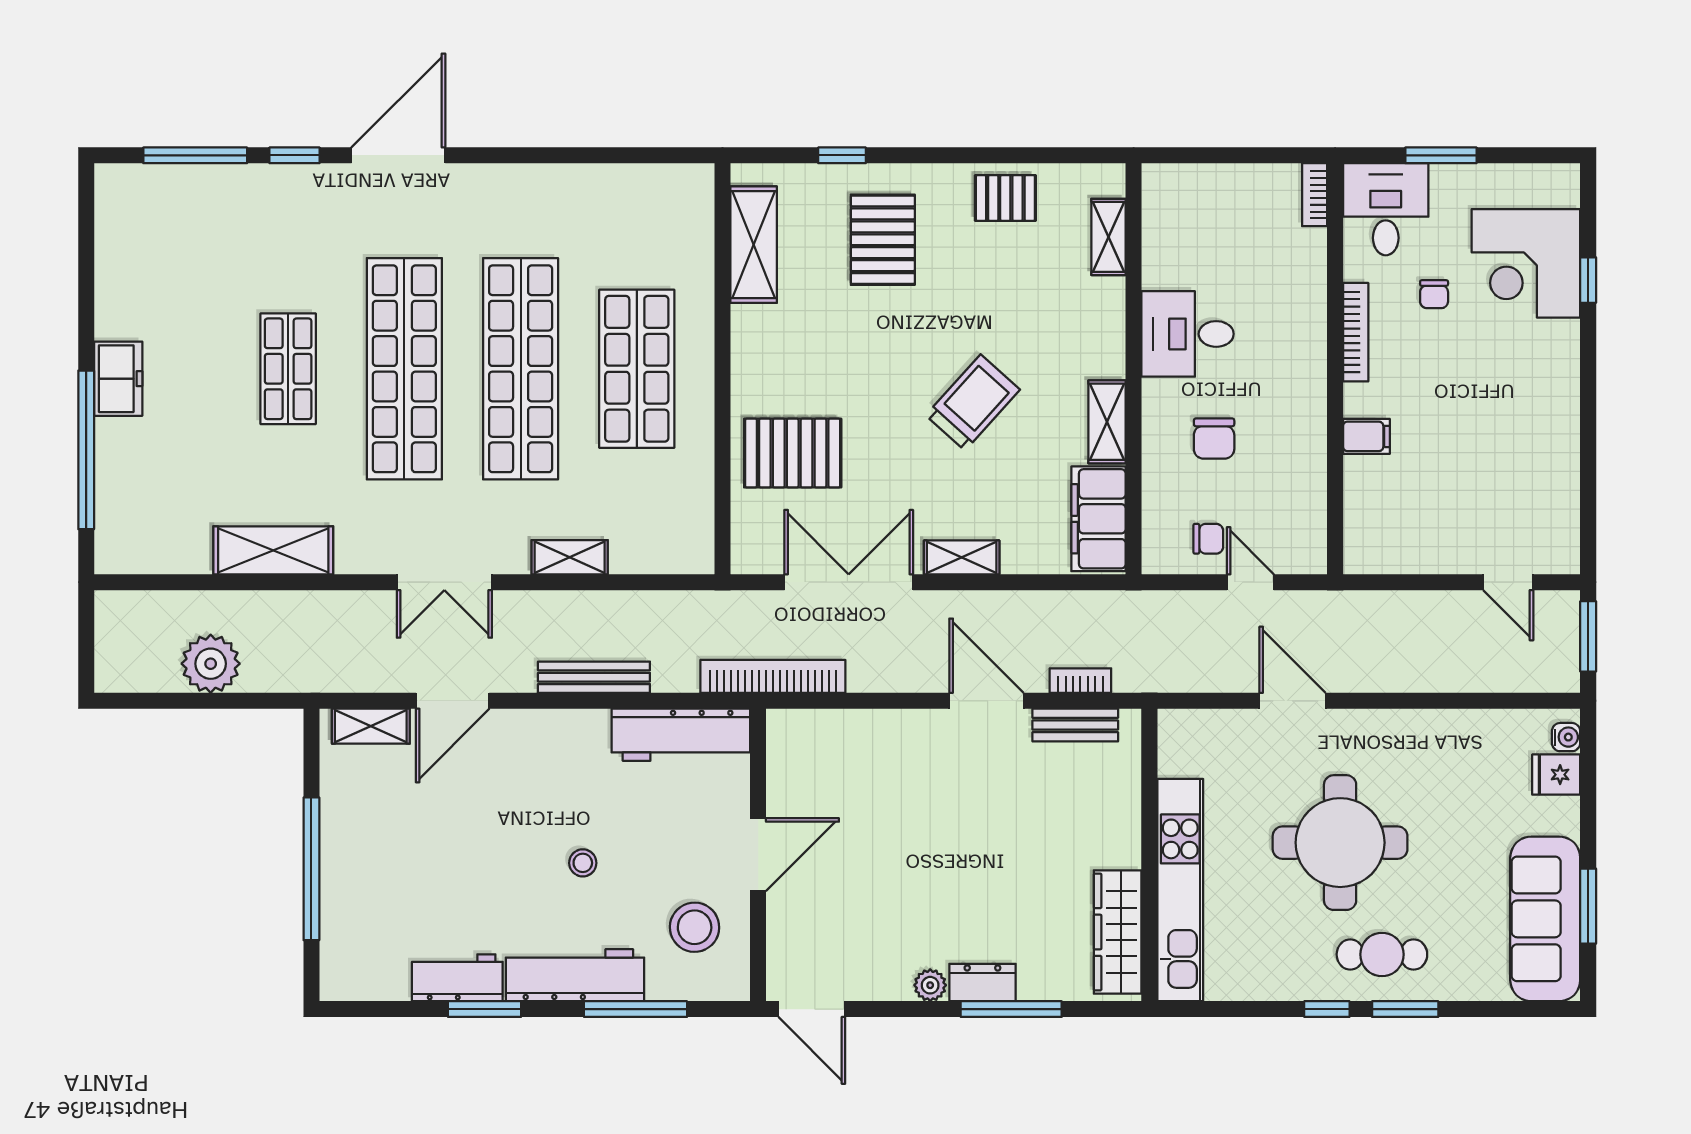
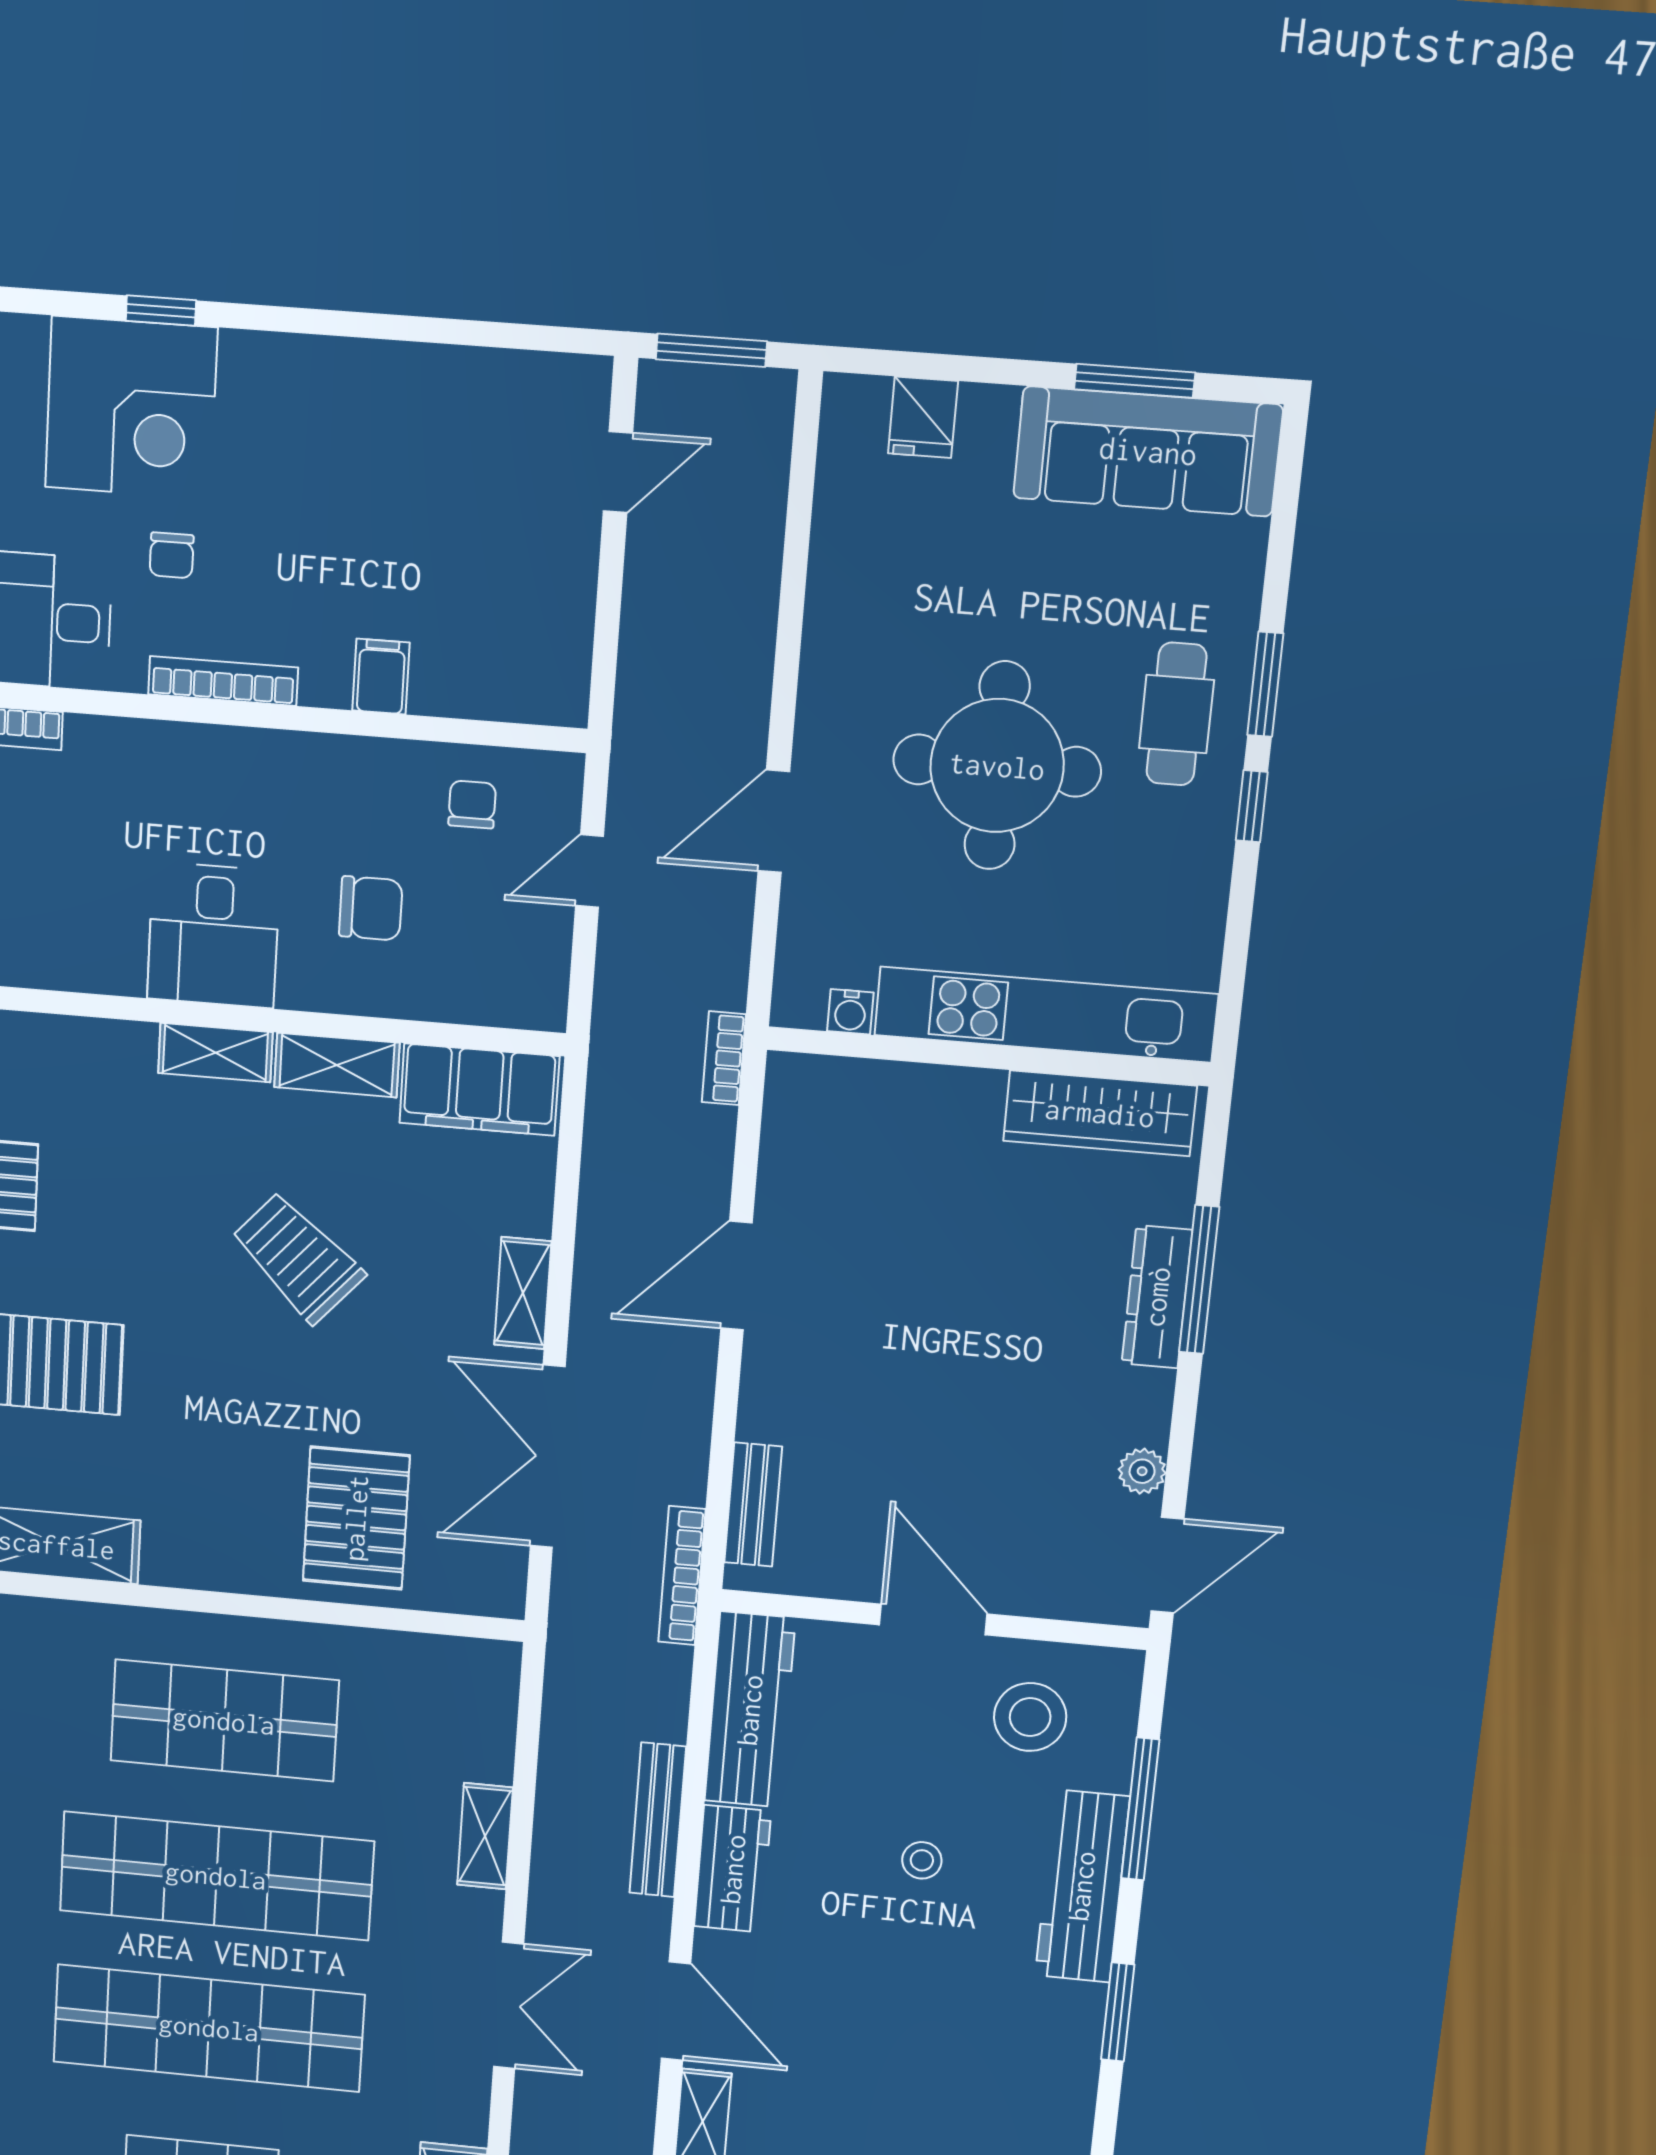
shelving: (1109, 237) -> (215, 1053), moved
chair: (1434, 294) -> (172, 555), turned 90
chair: (1208, 539) -> (472, 804), moved
bookcase: (773, 676) -> (682, 1576), width x0.68, depth x0.76
bookcase: (1080, 681) -> (724, 1058), moved
bench: (1075, 725) -> (753, 1505), moved
water cooler: (1566, 737) -> (850, 1012), moved, turned 180
workbench: (457, 978) -> (733, 1869), moved, turned 180
dresser: (982, 982) -> (1157, 1297), width x1.44
plant: (930, 985) -> (1142, 1471), moved

